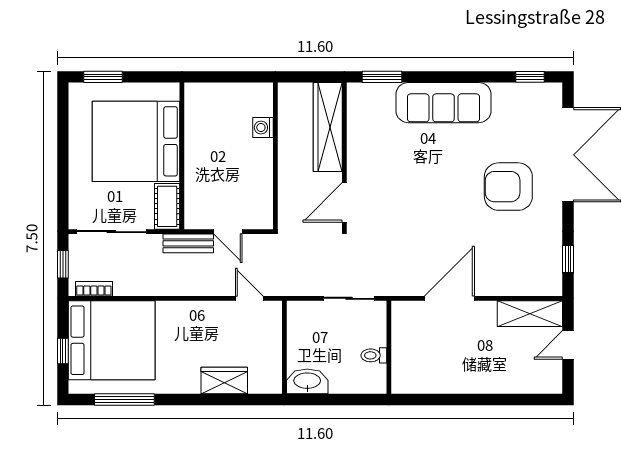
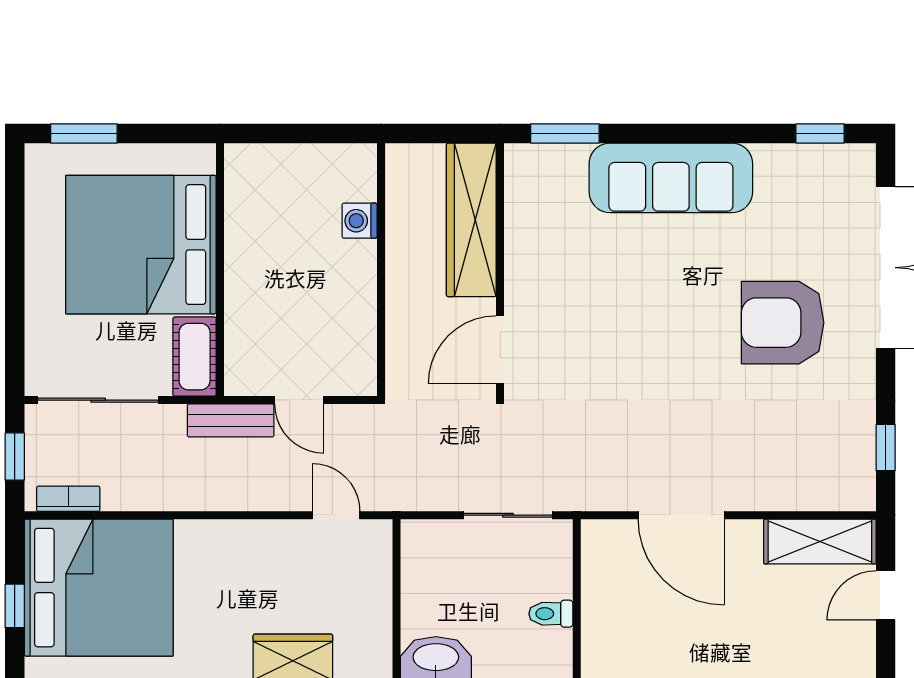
door: (449, 298) -> (681, 515), swing flipped

